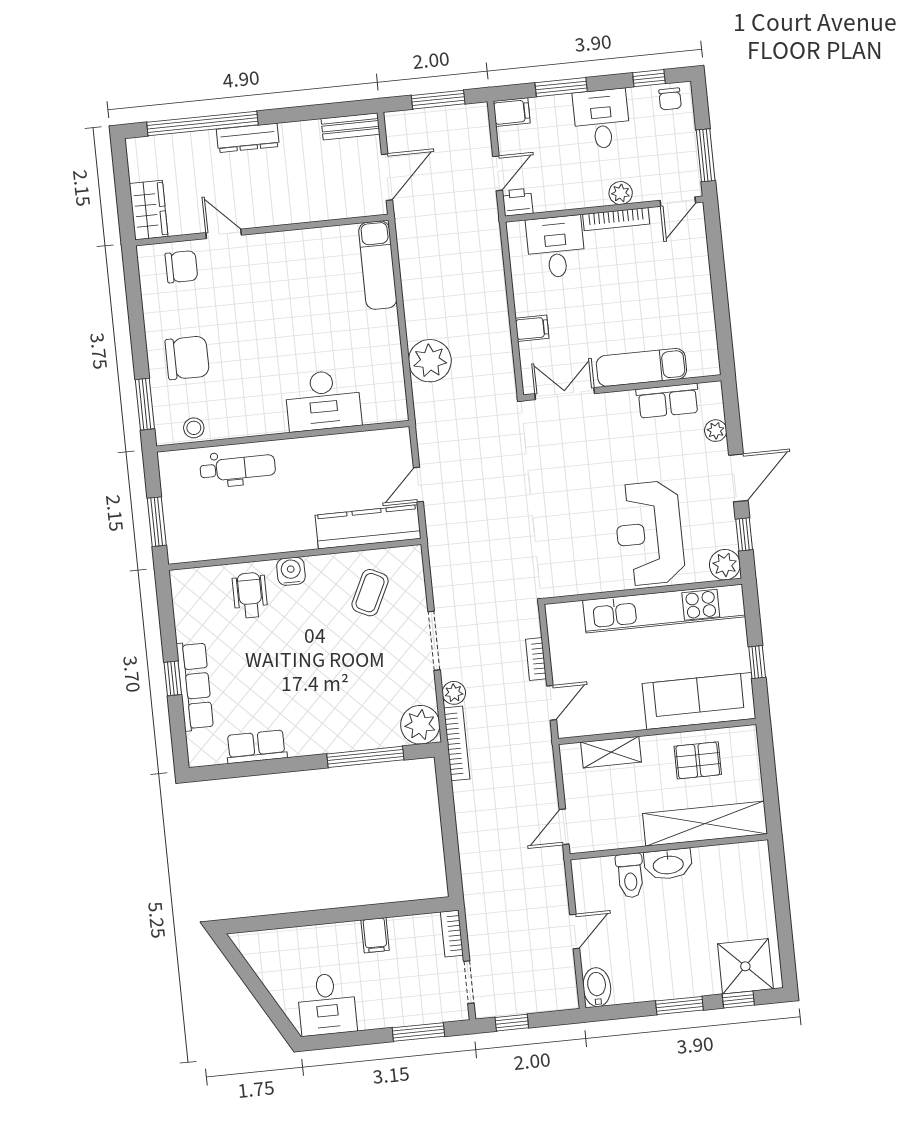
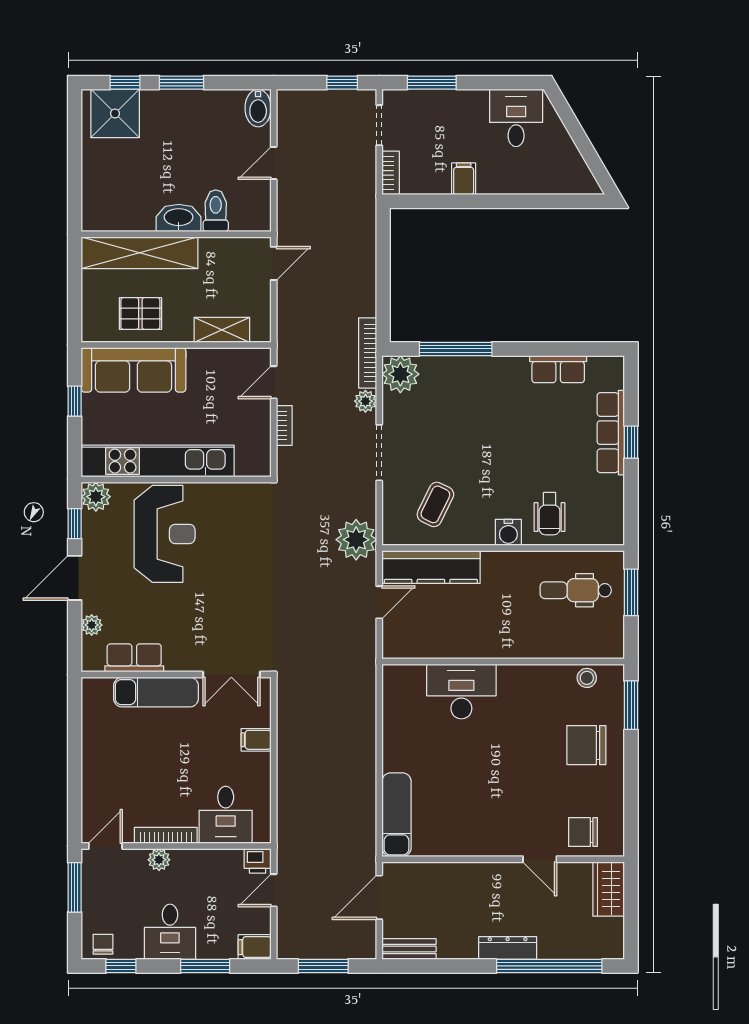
plant: (430, 361) -> (356, 540), moved
dental chair: (238, 468) -> (576, 590), moved

